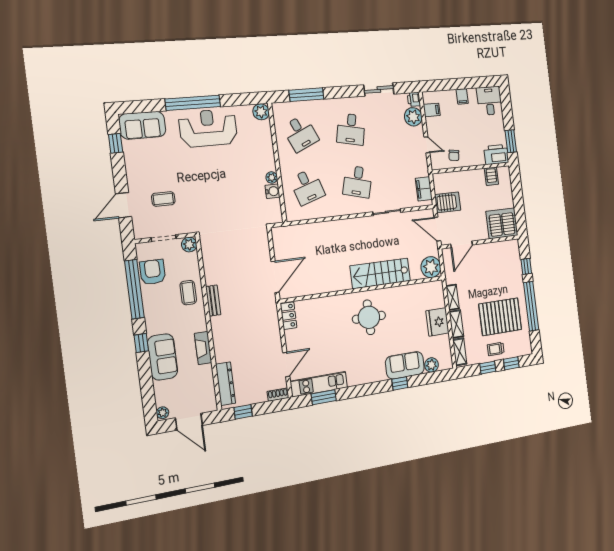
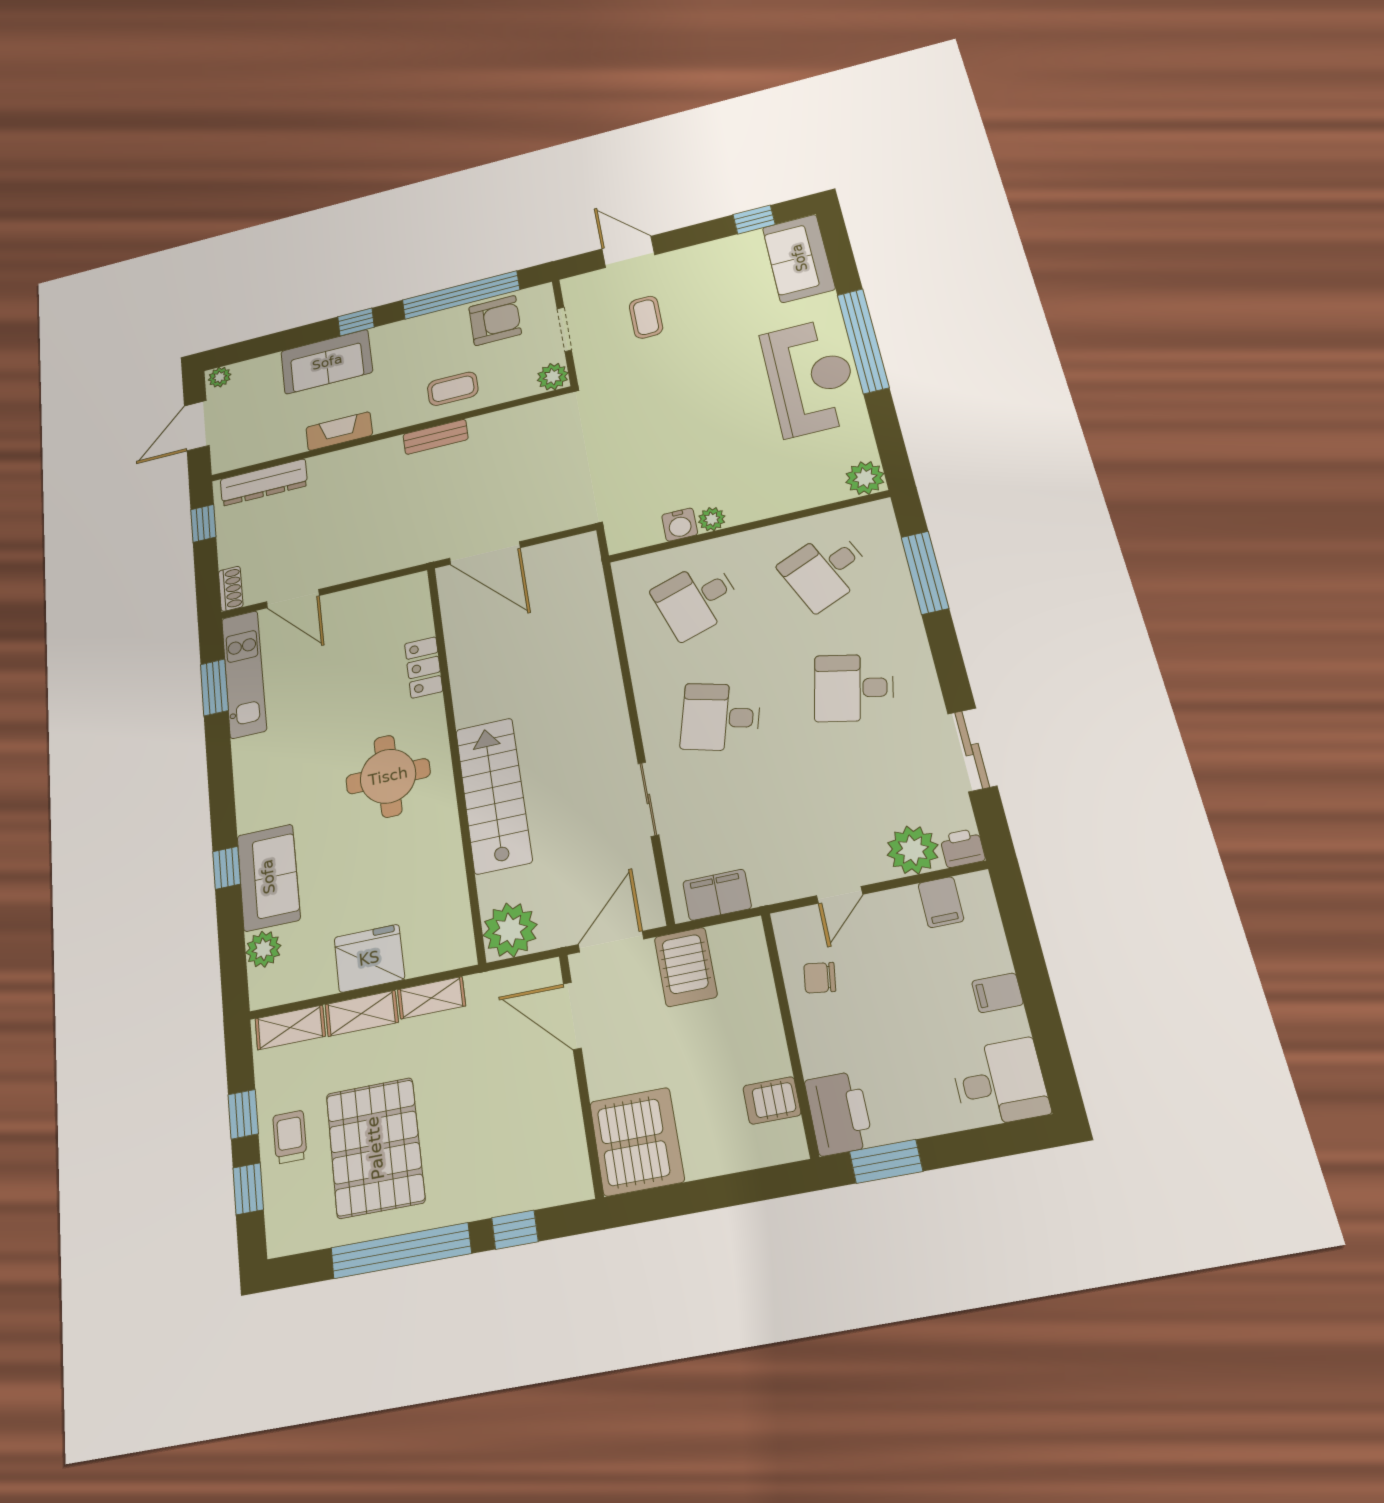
locker: (289, 316) -> (424, 667), moved, turned 90

